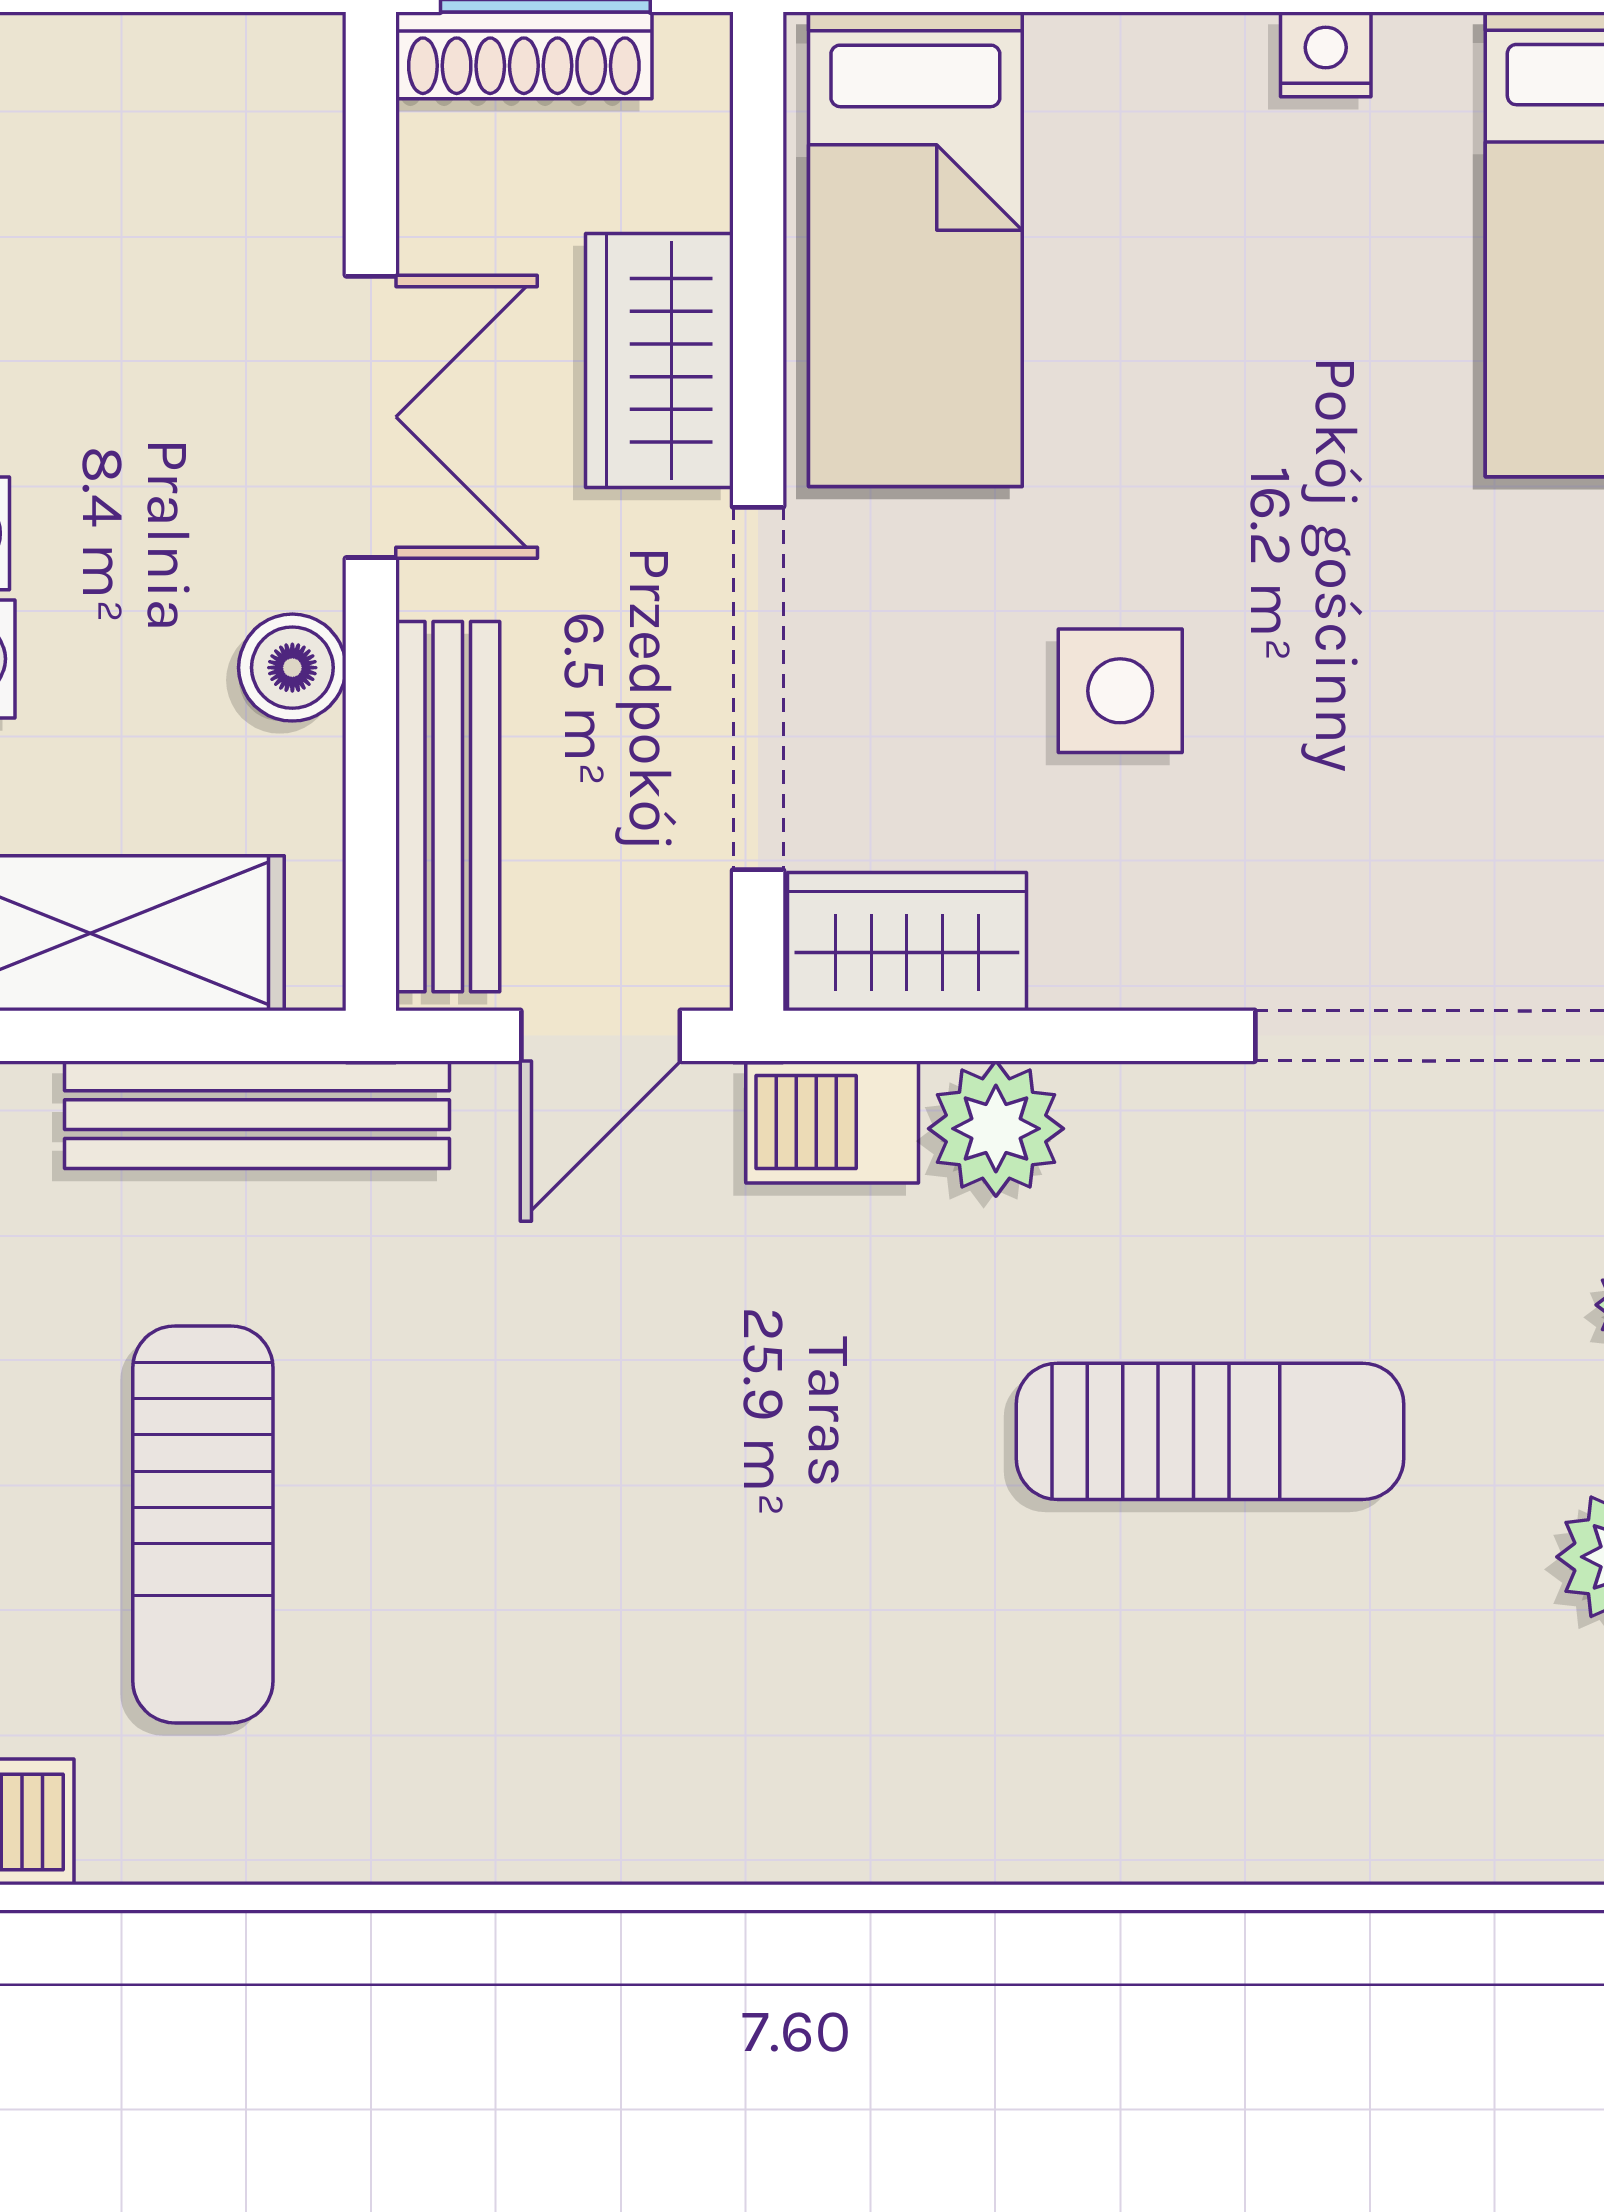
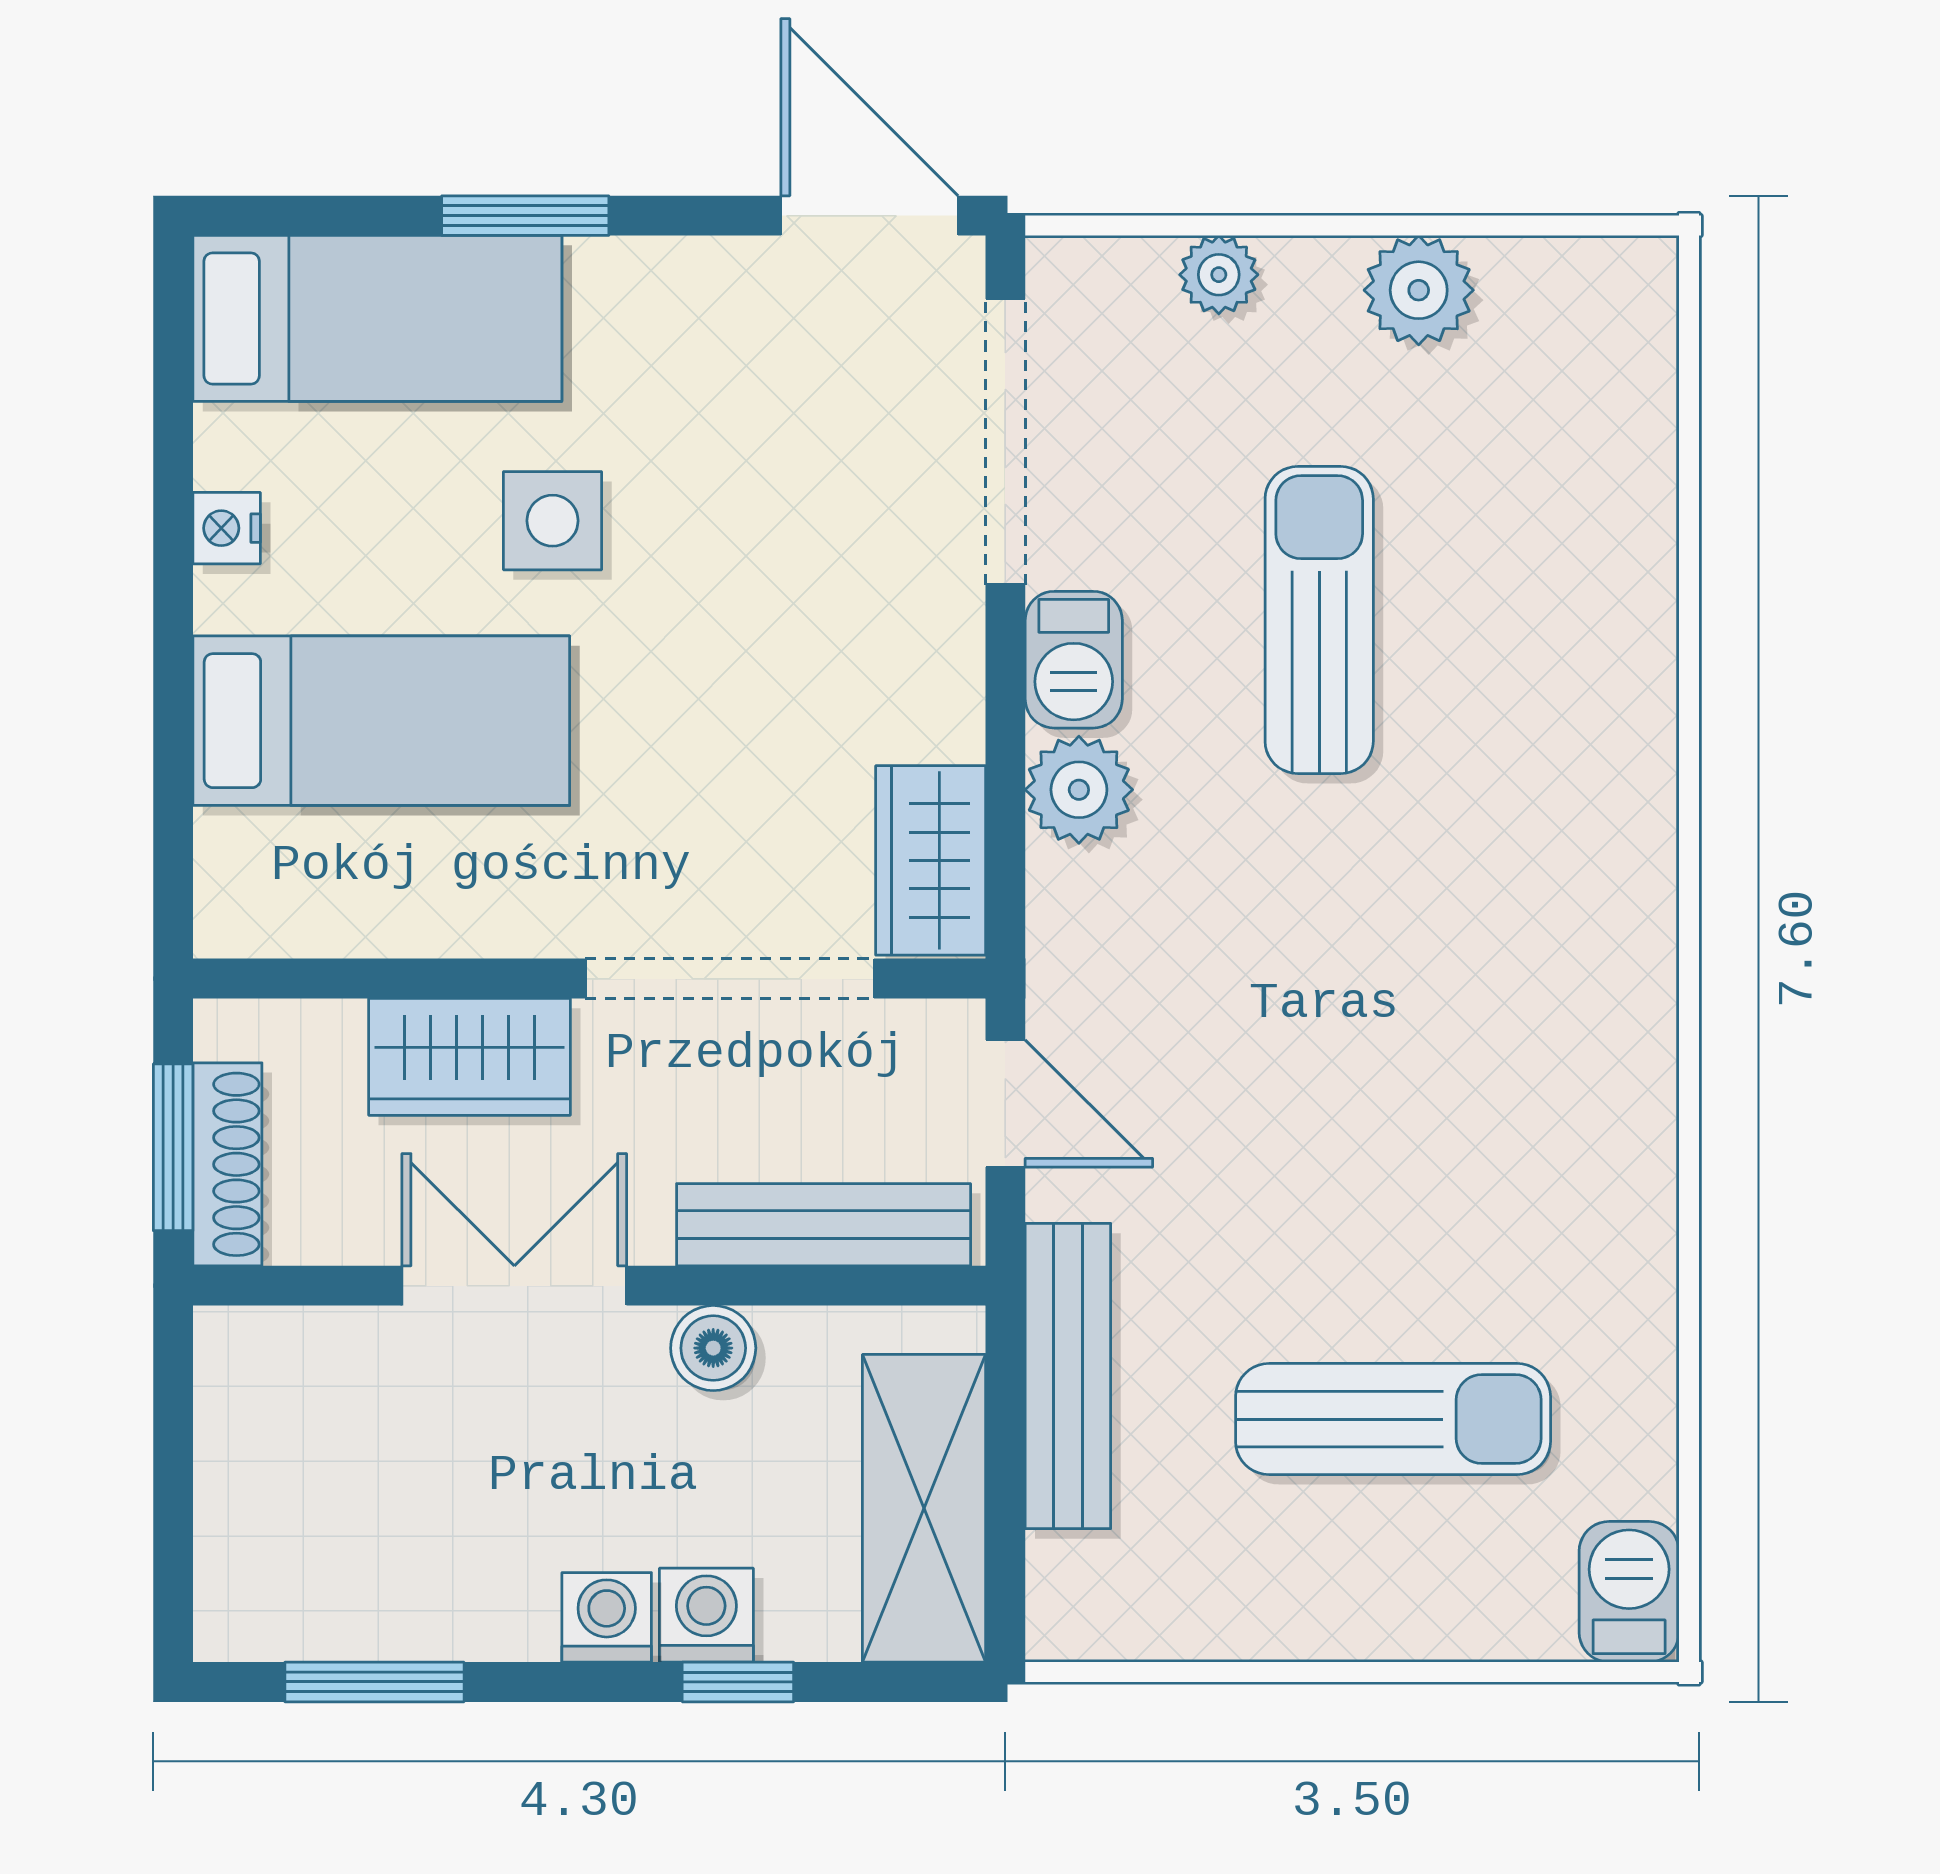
bed: (915, 249) -> (381, 721), moved
side table: (1120, 691) -> (553, 521), moved
barbecue: (832, 1122) -> (1074, 660), moved

